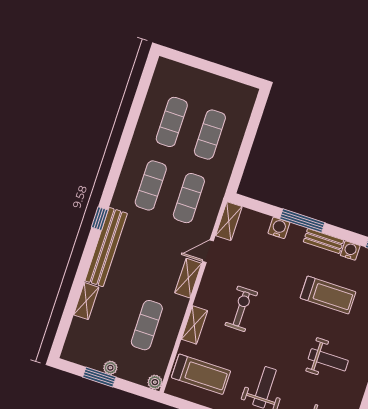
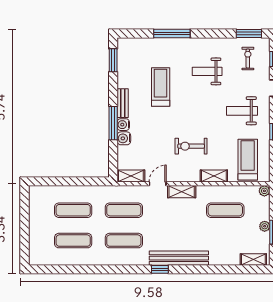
door: (208, 251) -> (158, 184), swing flipped
water cooler: (350, 251) -> (123, 125), moved
shelving: (86, 301) -> (253, 260), moved
weight bench: (328, 360) -> (207, 71), turned -90

